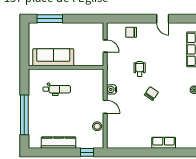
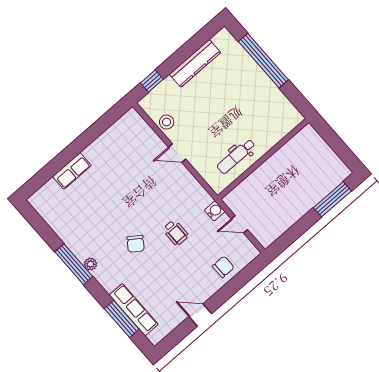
sofa: (53, 57) -> (289, 158), removed
dental chair: (57, 89) -> (236, 156), moved
water cooler: (112, 89) -> (215, 211), moved
chair: (151, 94) -> (136, 244), moved

